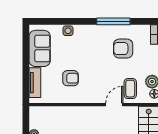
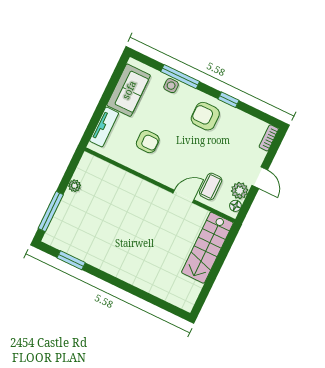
window: (71, 21) -> (180, 77), added
window: (113, 21) -> (228, 100), width x0.46
armchair: (123, 49) -> (205, 116), moved

